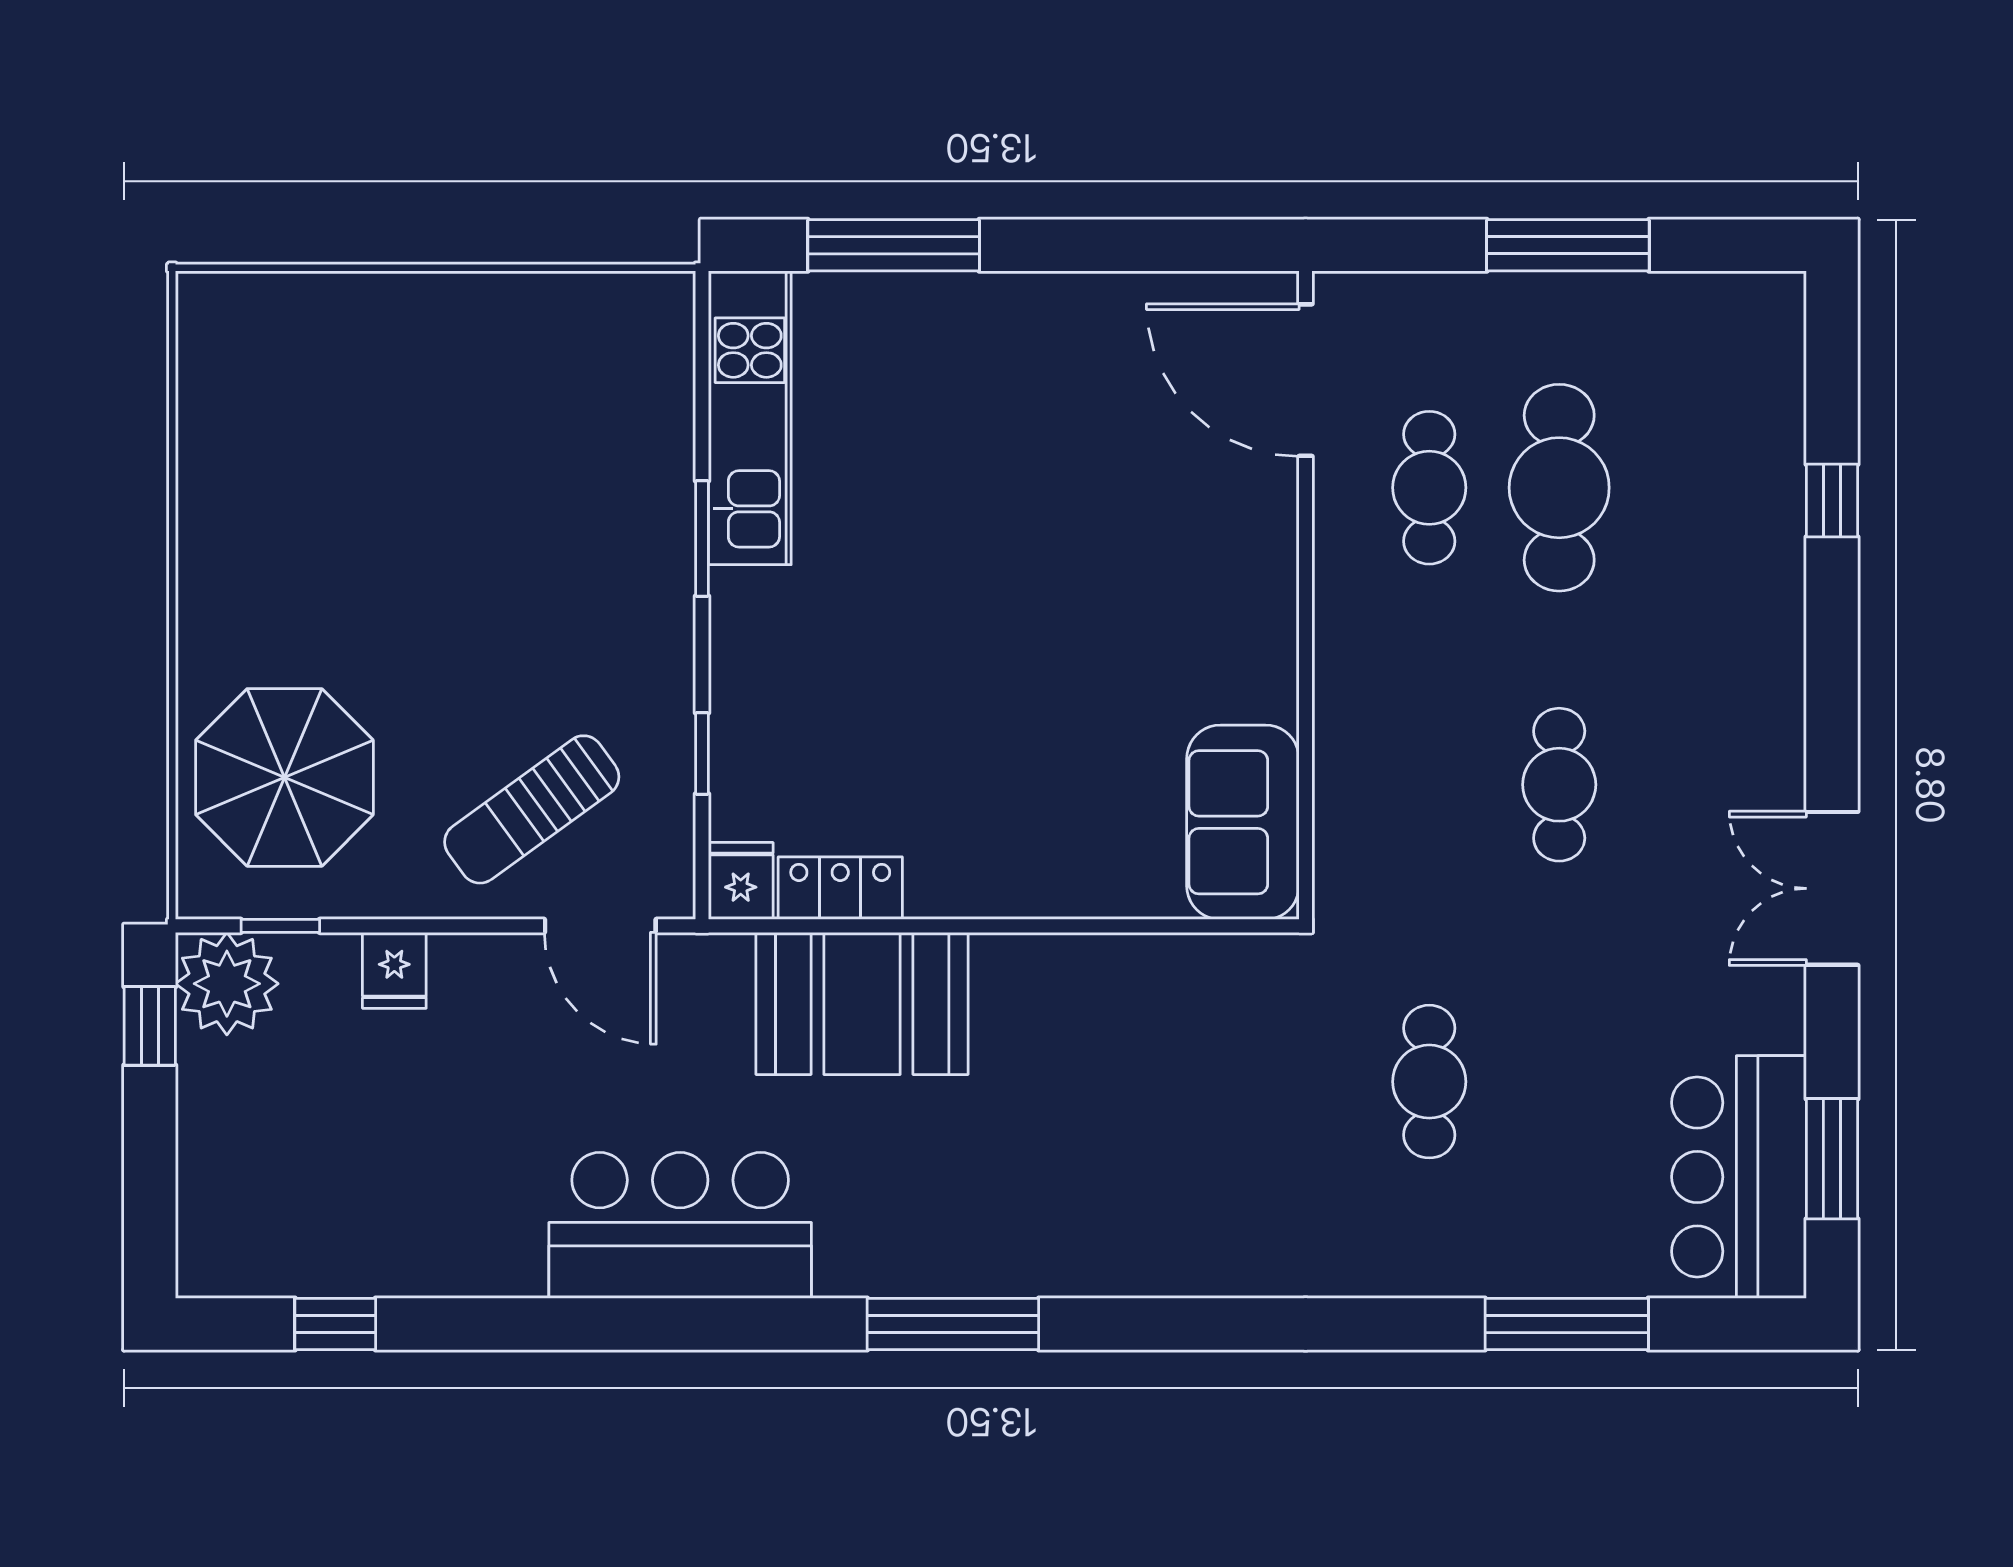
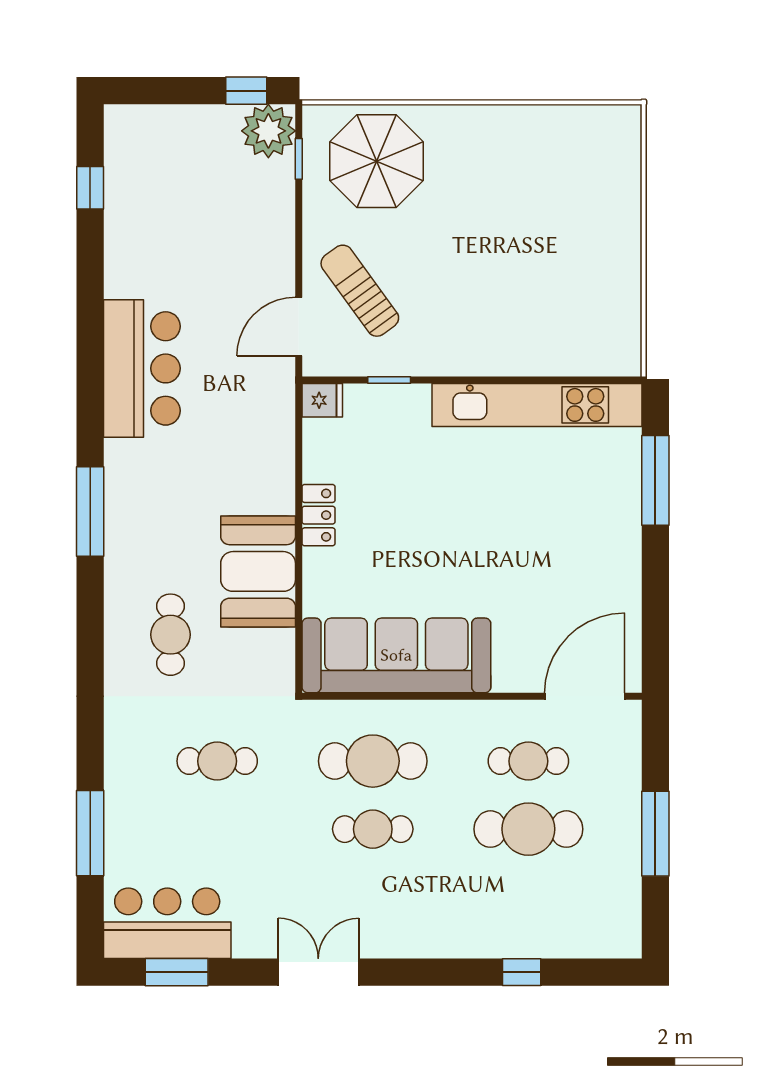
kitchen unit: (750, 418) -> (537, 405), width x1.36
window: (702, 538) -> (502, 380), removed
cafe table: (1429, 785) -> (373, 761), added
sofa: (1243, 822) -> (396, 655), width x1.85, depth x1.27
locker: (840, 888) -> (319, 515), moved
fridge: (394, 970) -> (275, 219), removed
booth: (862, 1003) -> (258, 571), moved
cafe table: (1188, 1171) -> (170, 635), added

